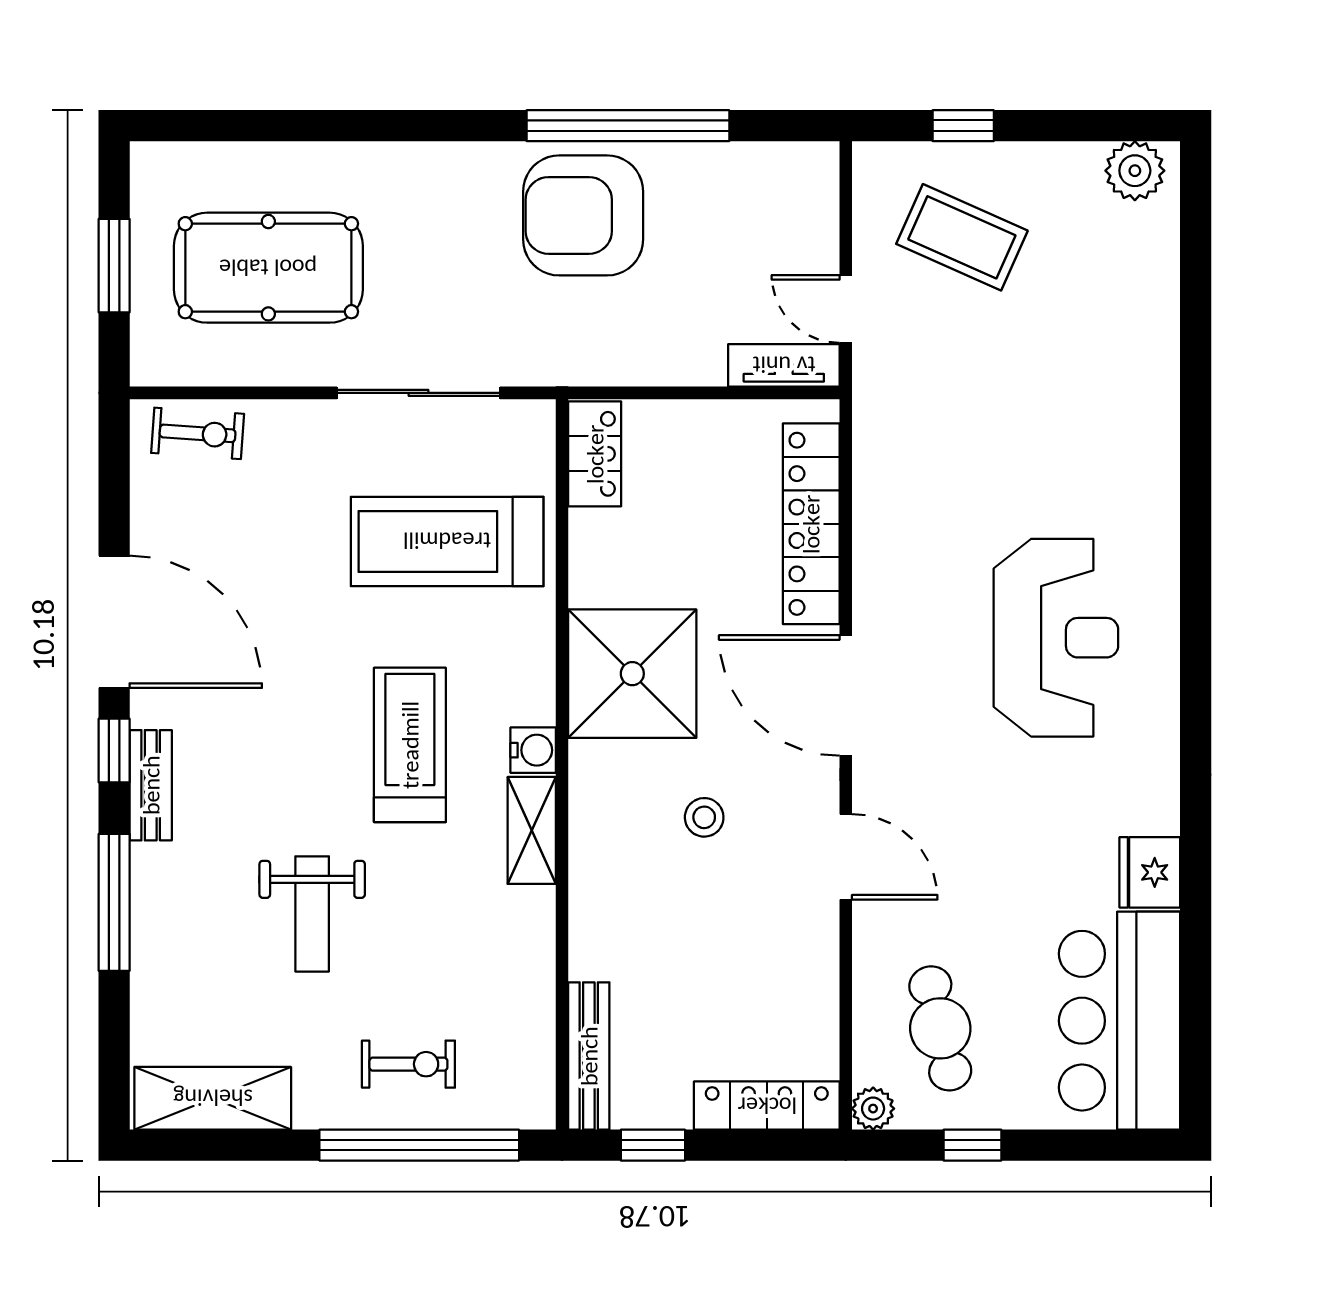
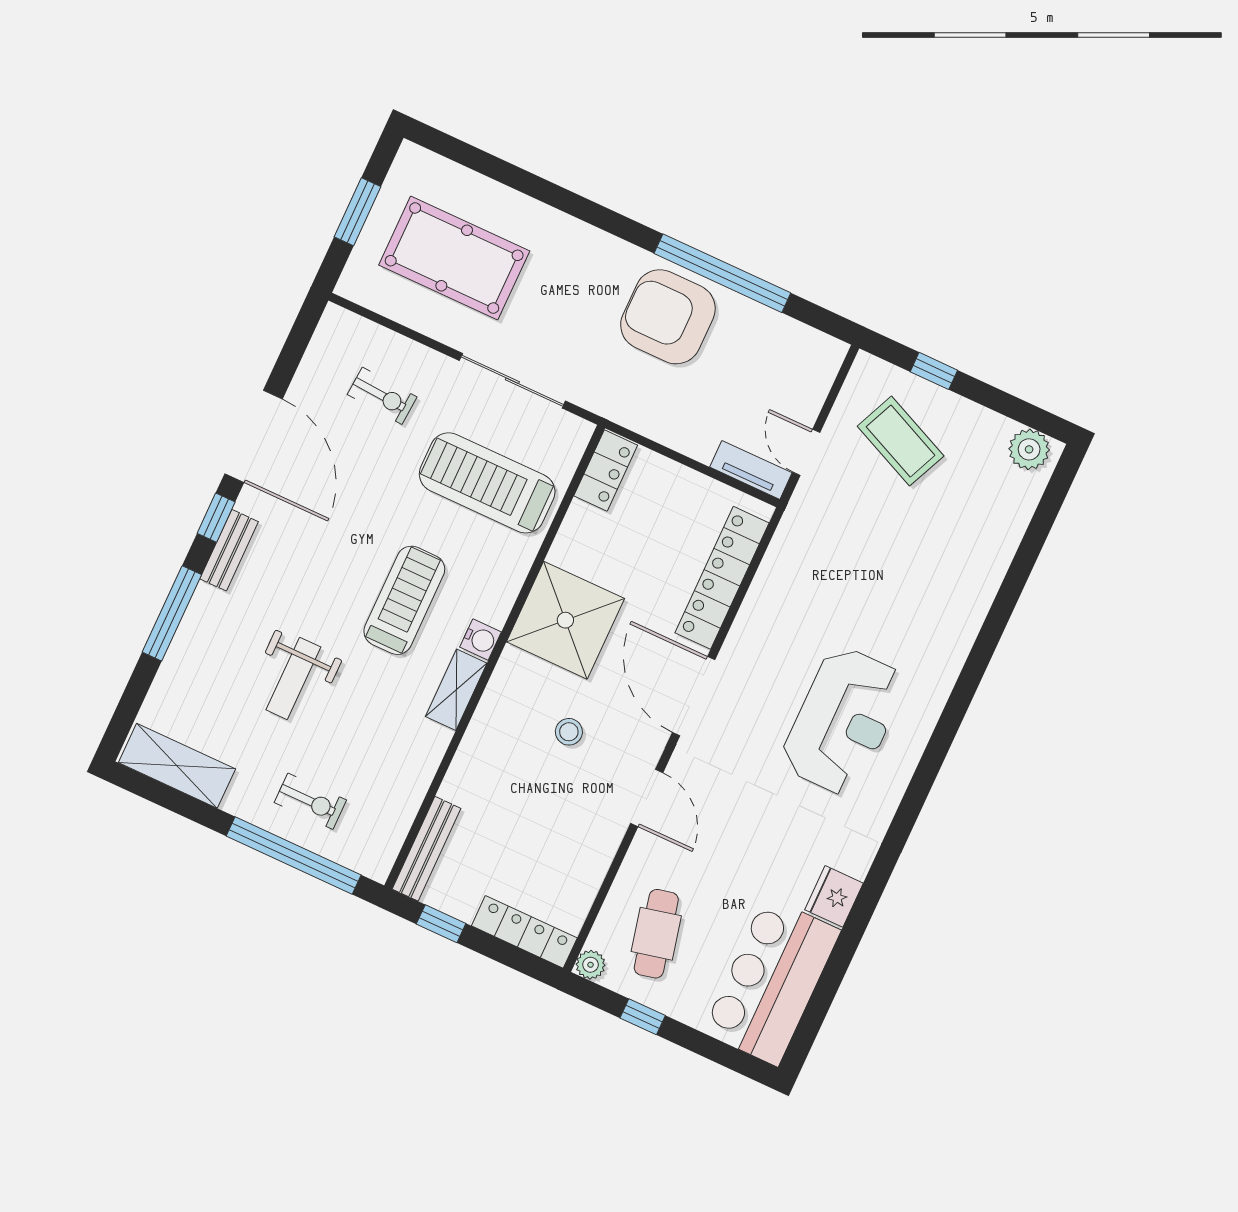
exercise bike: (198, 433) -> (382, 396), moved

